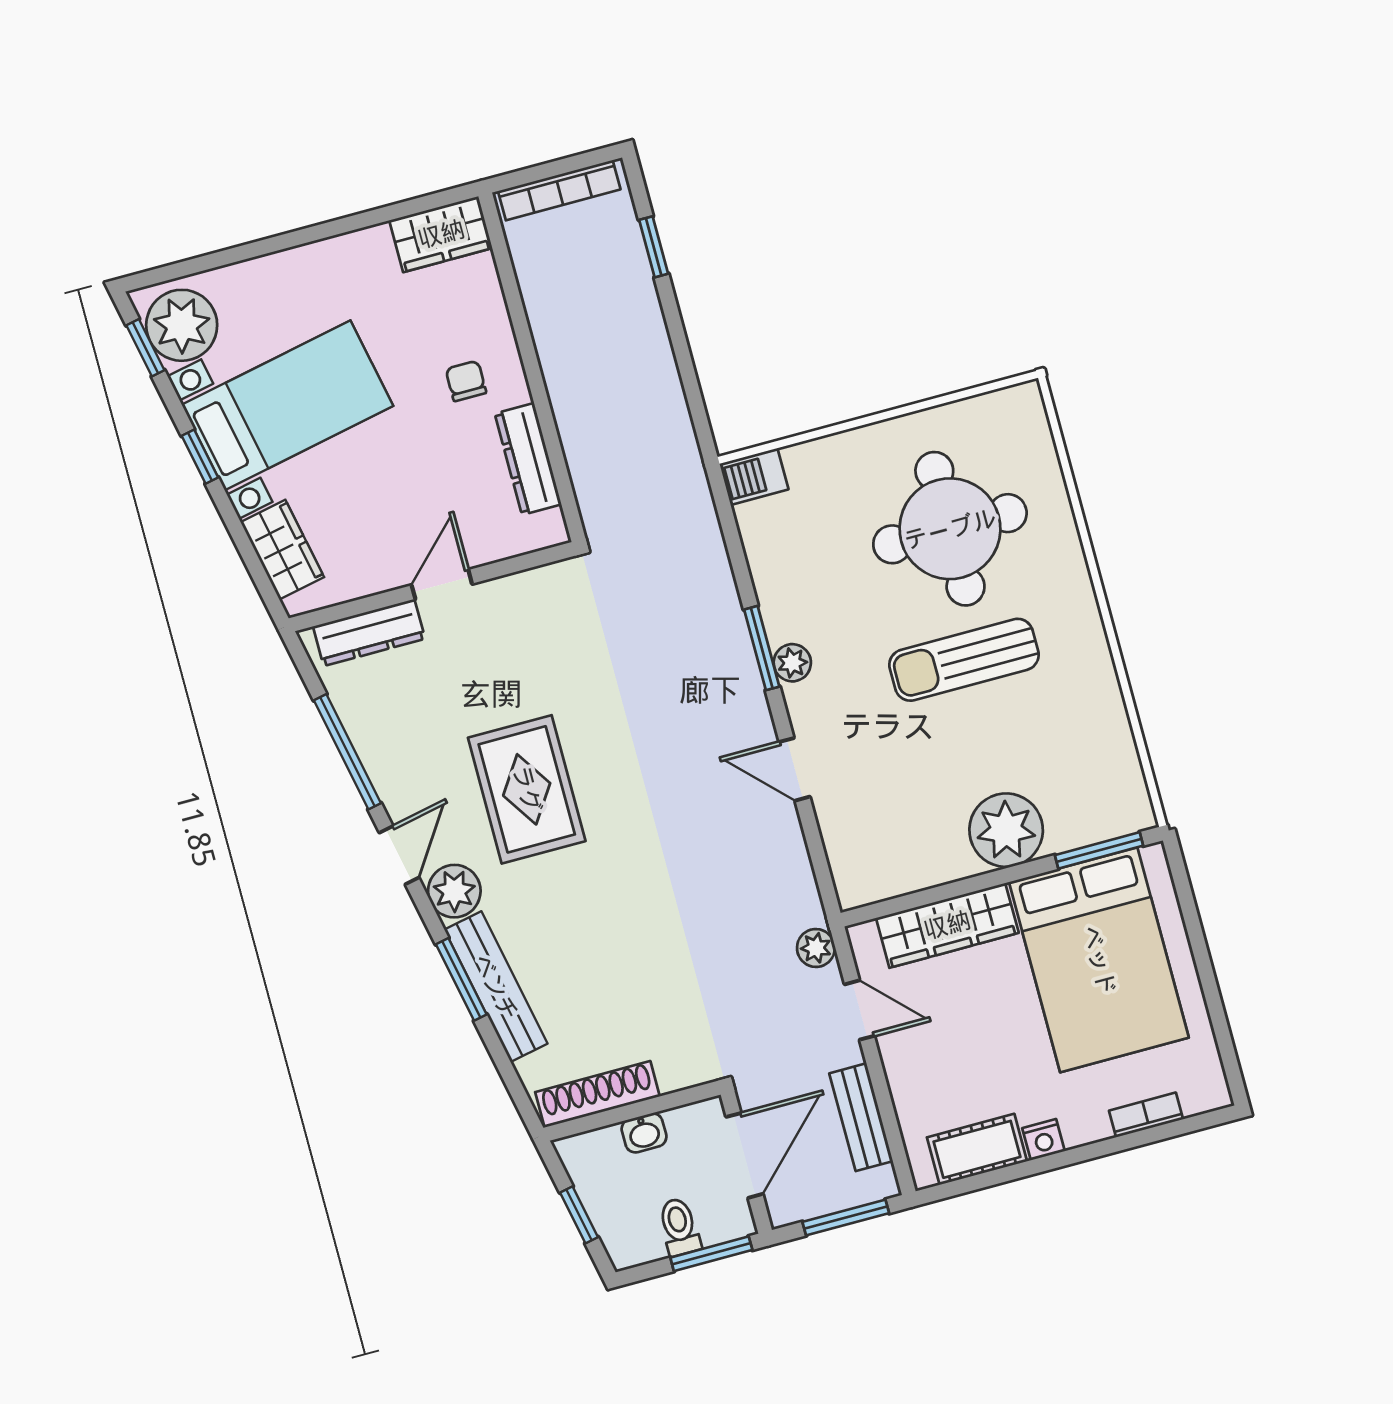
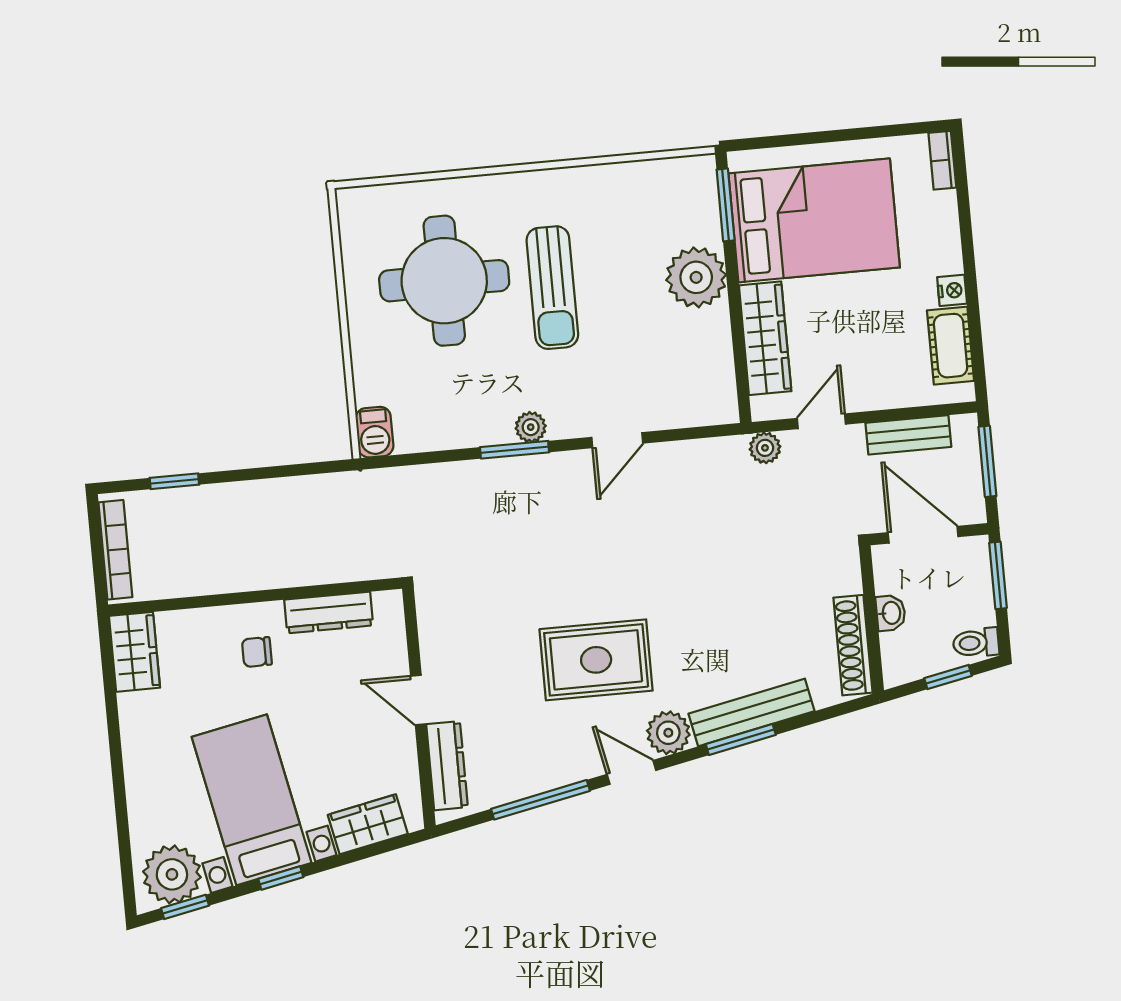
bookcase: (1146, 1115) -> (942, 160), moved
toilet: (679, 1227) -> (976, 643), moved

